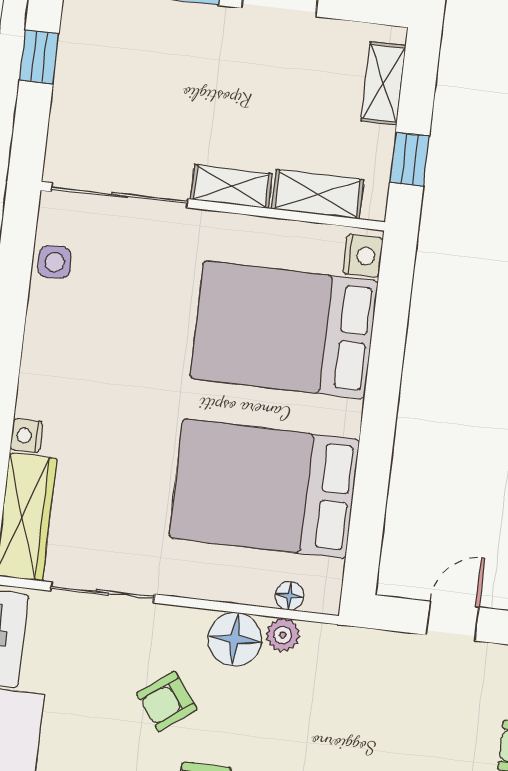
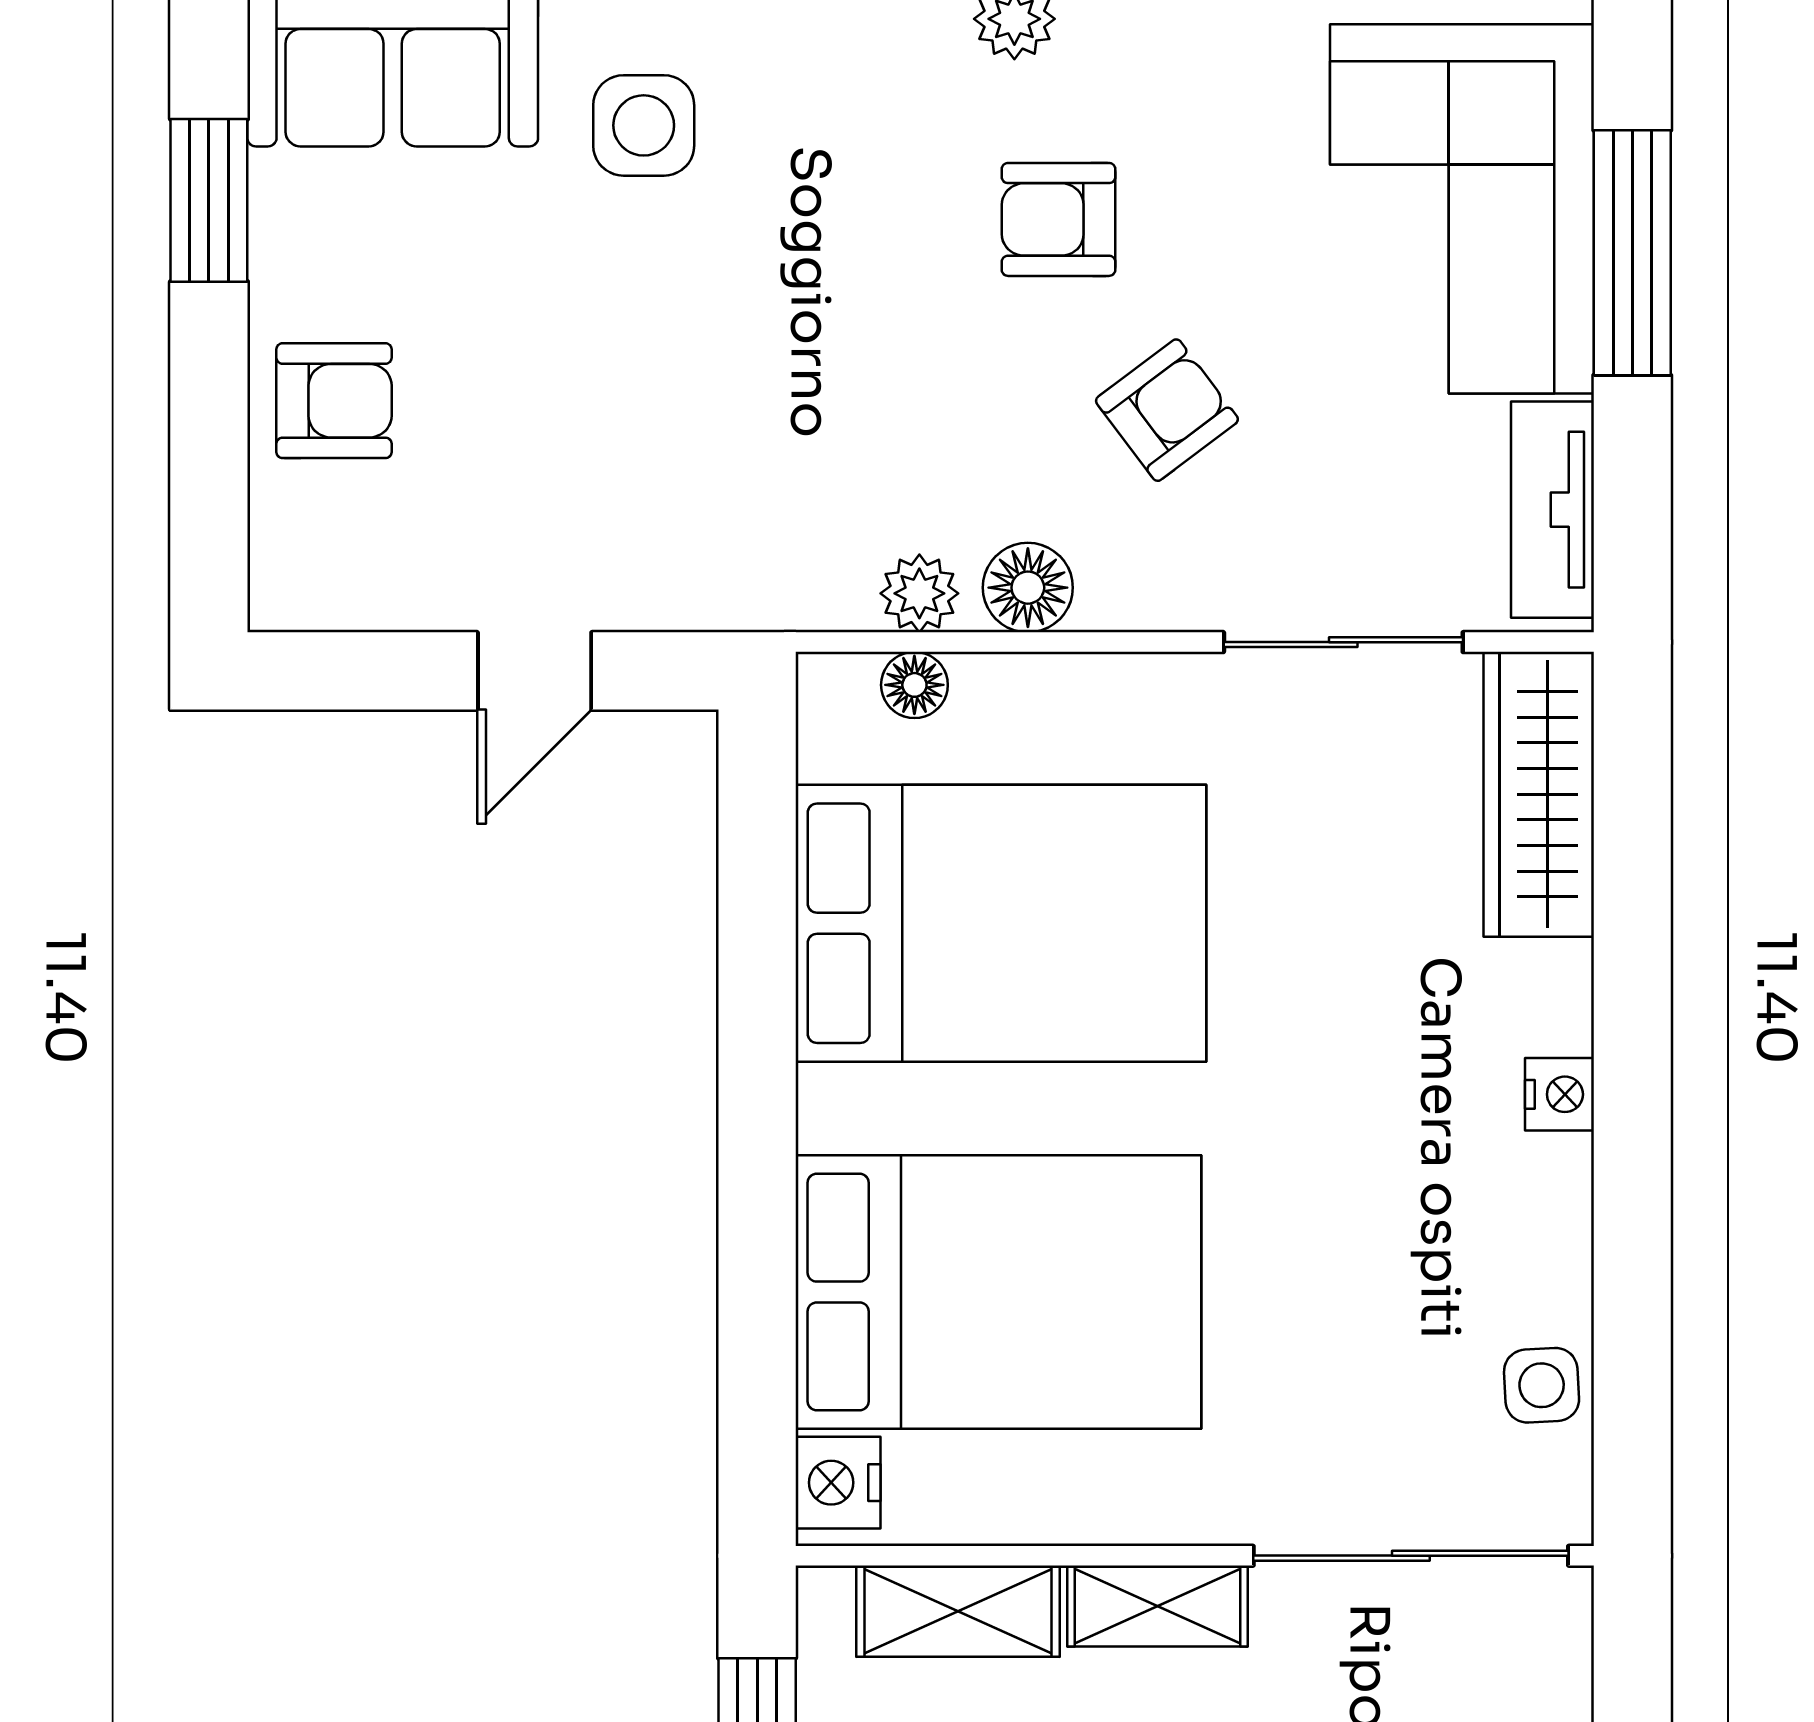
nightstand: (26, 436) -> (1559, 1094), moved
floor lamp: (235, 639) -> (1028, 588), width x0.73, depth x0.73

